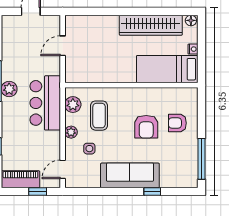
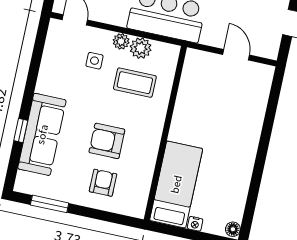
wardrobe: (151, 25) -> (238, 176), removed
plant: (73, 105) -> (141, 48), moved
window: (201, 159) -> (50, 204), width x0.69
sofa: (130, 175) -> (42, 134), moved

